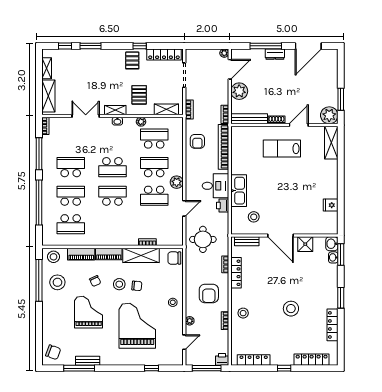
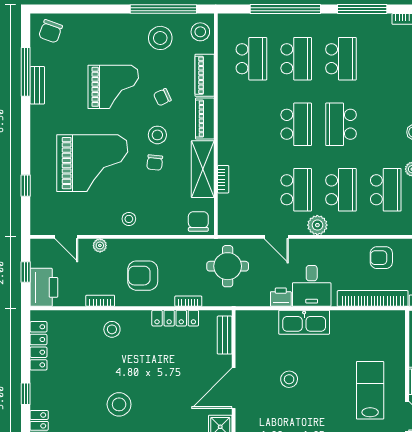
school desk: (154, 196) -> (296, 190), turned 180
stool: (254, 217) -> (289, 379), moved
school desk: (71, 224) -> (251, 59), turned 180
printer: (222, 359) -> (44, 287), width x1.87, depth x1.48
window: (207, 368) -> (26, 272), width x0.46

